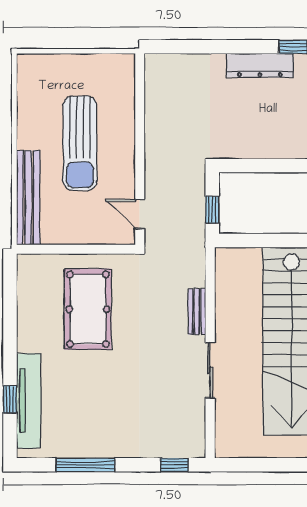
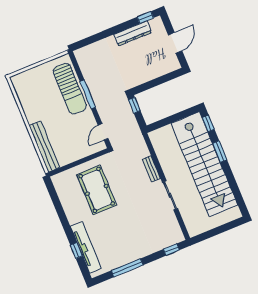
window: (140, 139) -> (88, 94), added
sun lounger: (80, 143) -> (70, 89), moved
window: (212, 210) -> (134, 105), moved
door: (140, 214) -> (103, 132), hinge flipped

